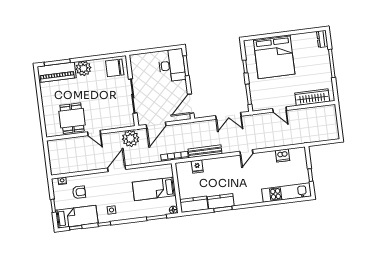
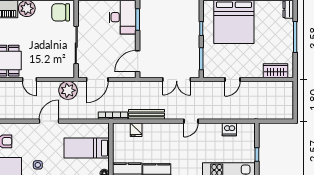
wardrobe: (312, 97) -> (275, 71), width x0.67
door: (280, 109) -> (233, 80), hinge flipped

